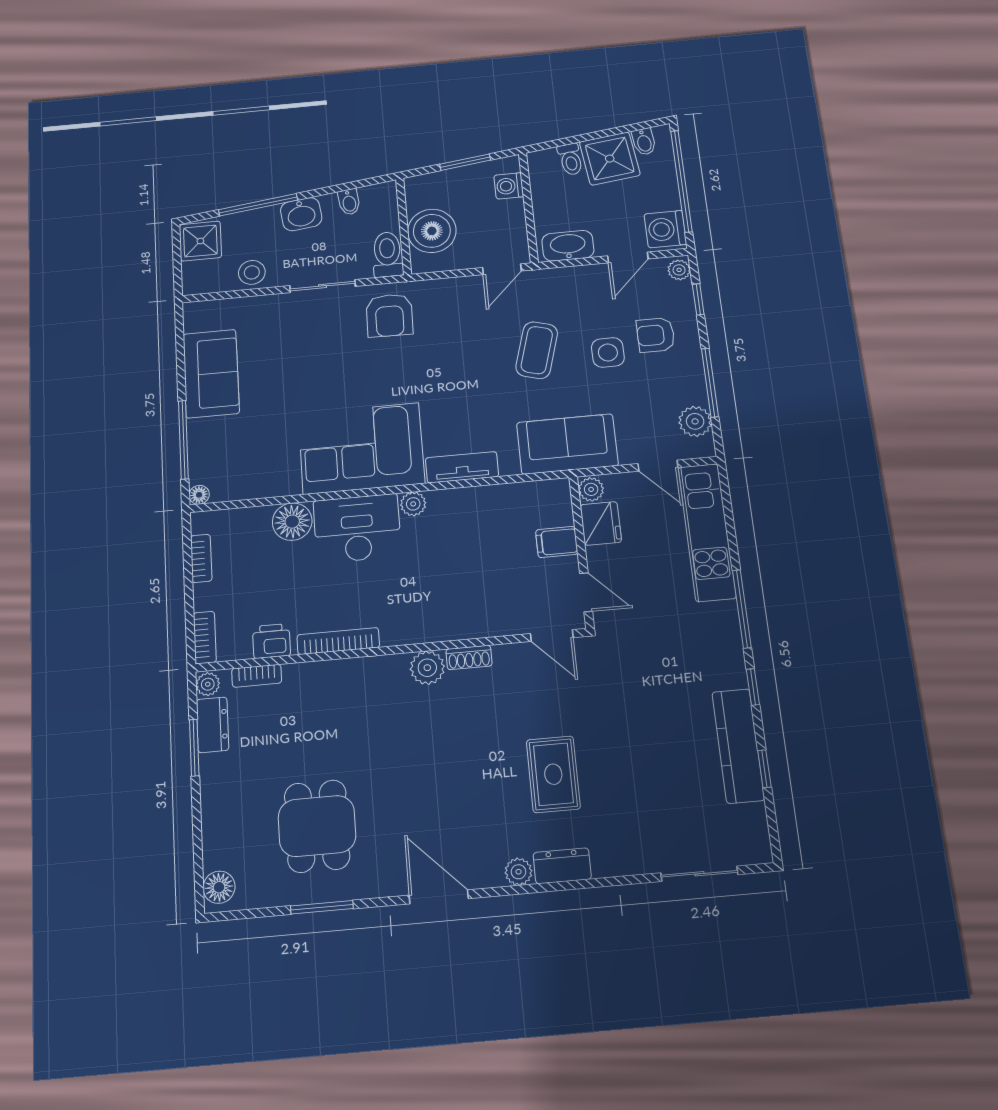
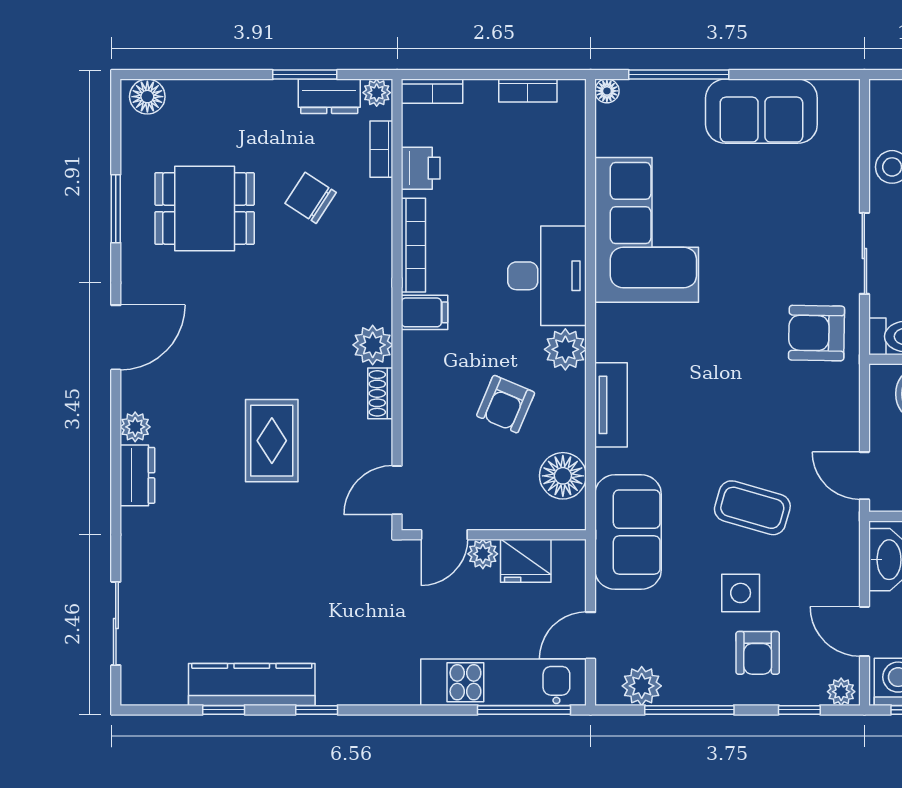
armchair: (656, 335) -> (758, 653), turned 180
corner sofa: (361, 448) -> (647, 230), moved
plant: (591, 489) -> (483, 554), moved
plant: (413, 504) -> (565, 349), width x1.38, depth x1.38
floor lamp: (292, 522) -> (563, 476), moved
filing cabinet: (557, 542) -> (424, 312), moved, turned 90
armchair: (469, 552) -> (506, 404), added
window: (742, 609) -> (524, 710), moved
chair: (302, 733) -> (311, 198), added
rug: (553, 774) -> (272, 441), moved, turned 90

